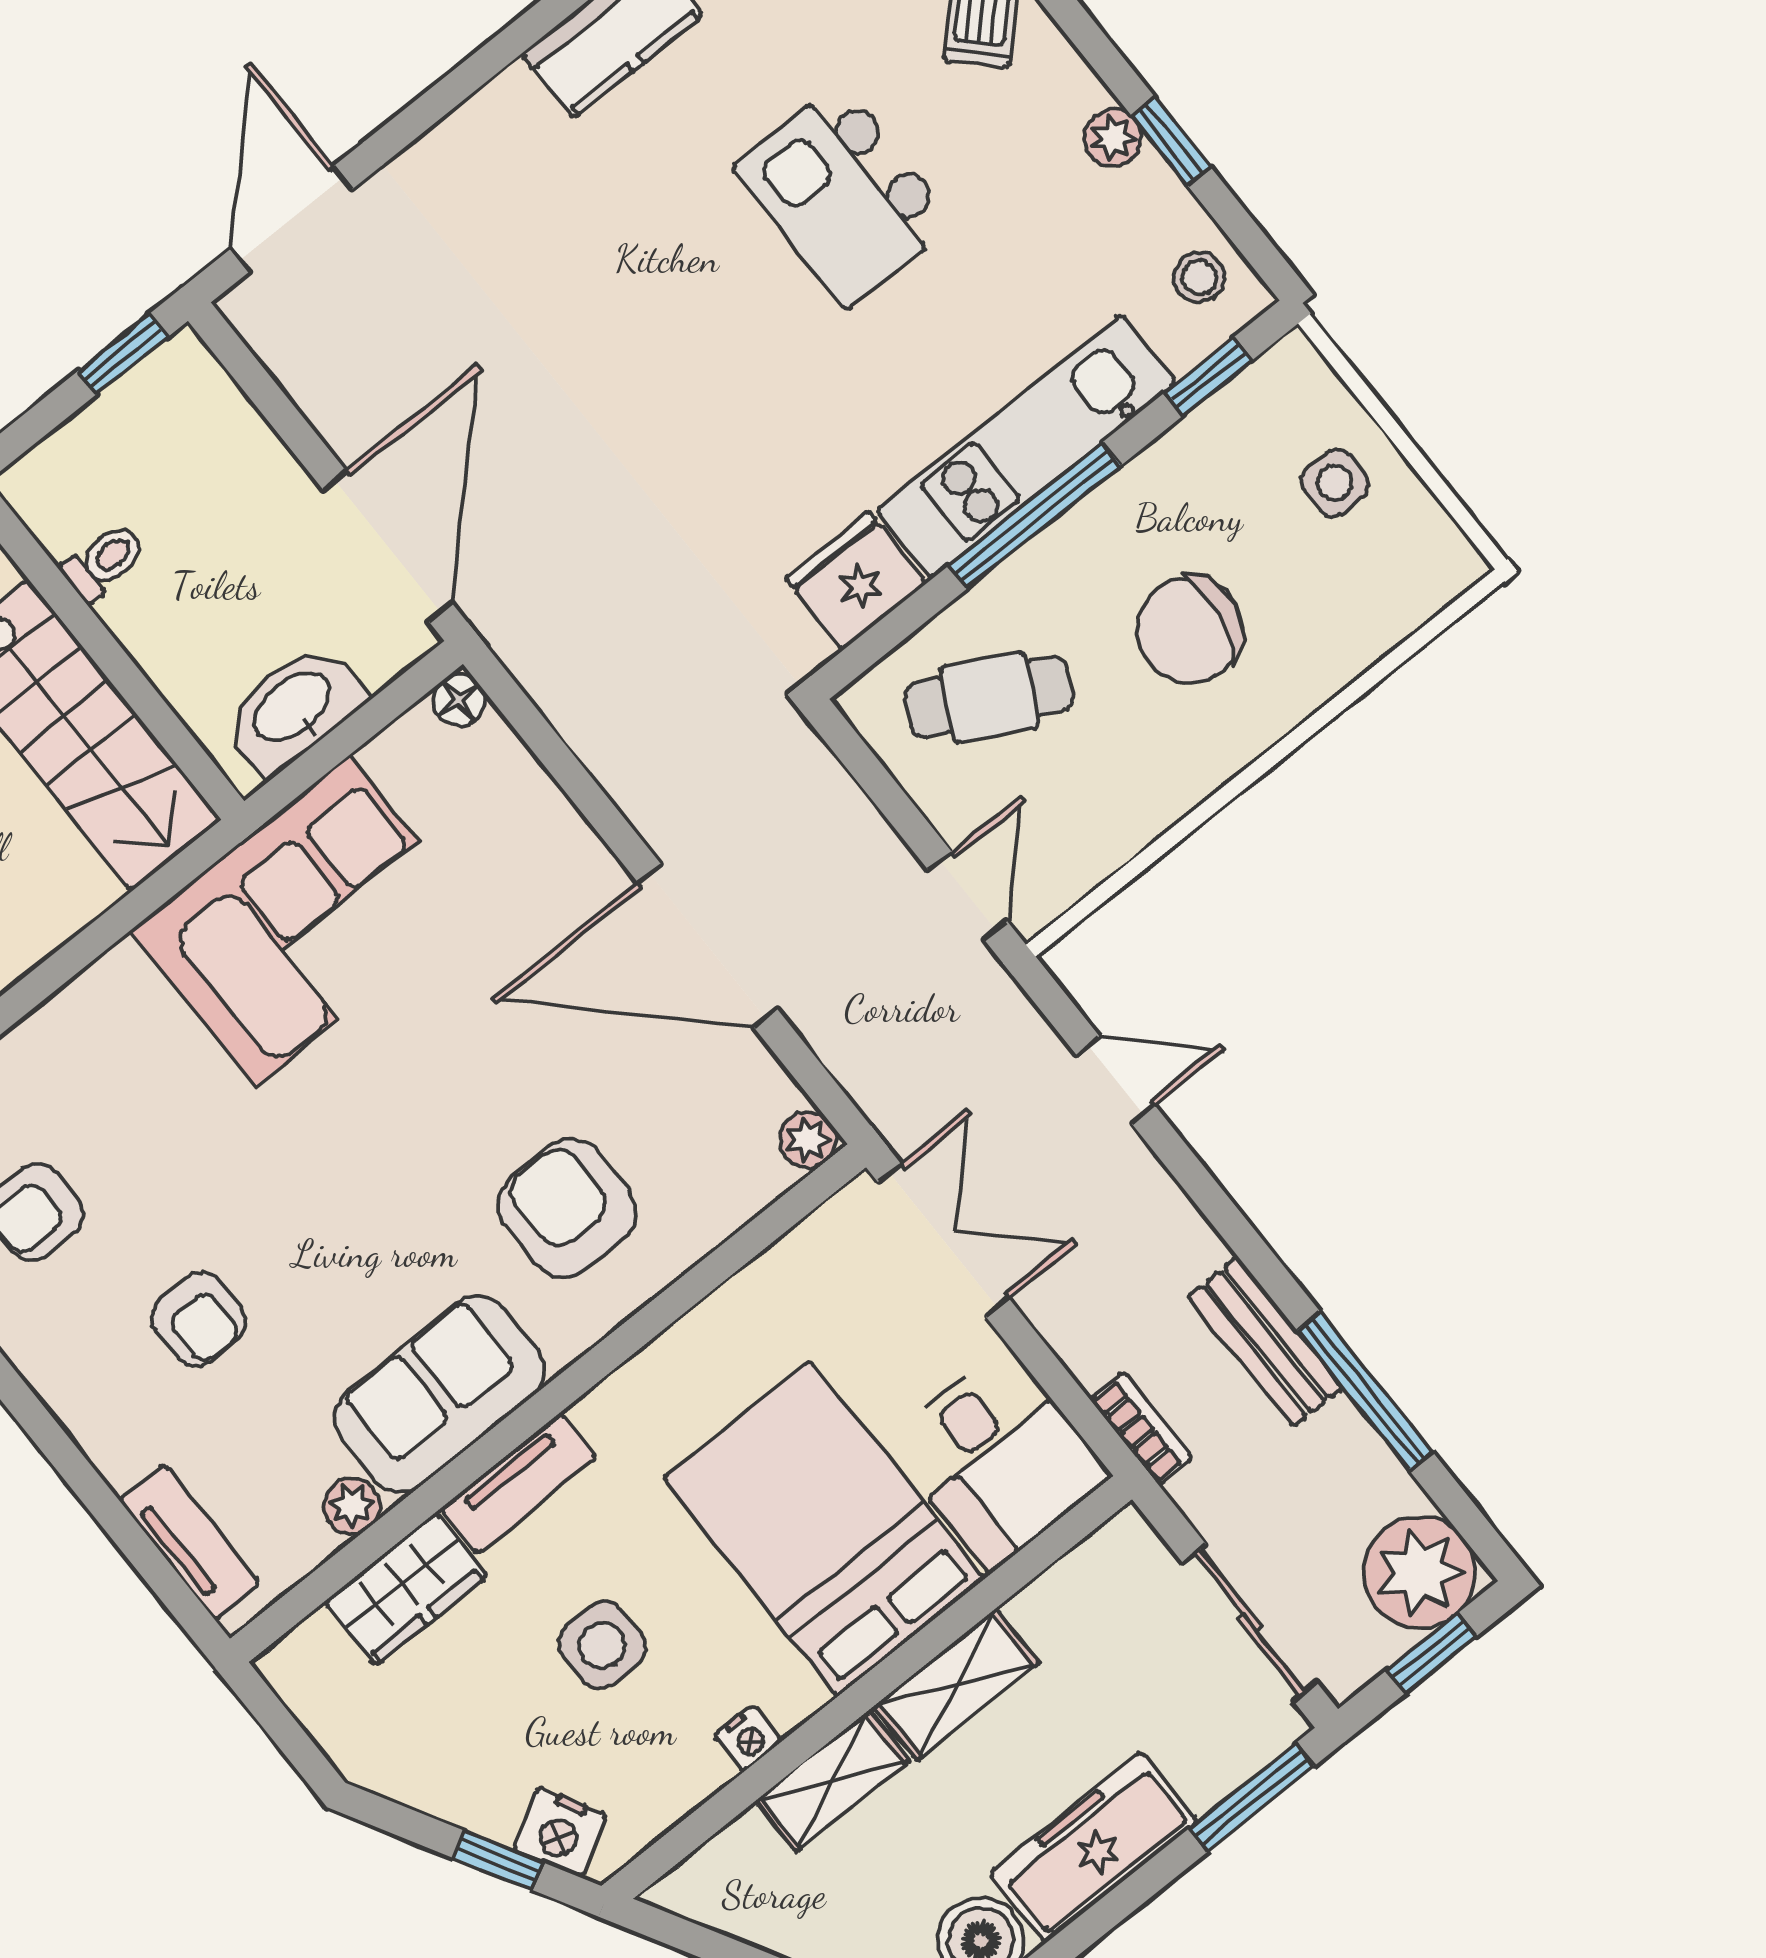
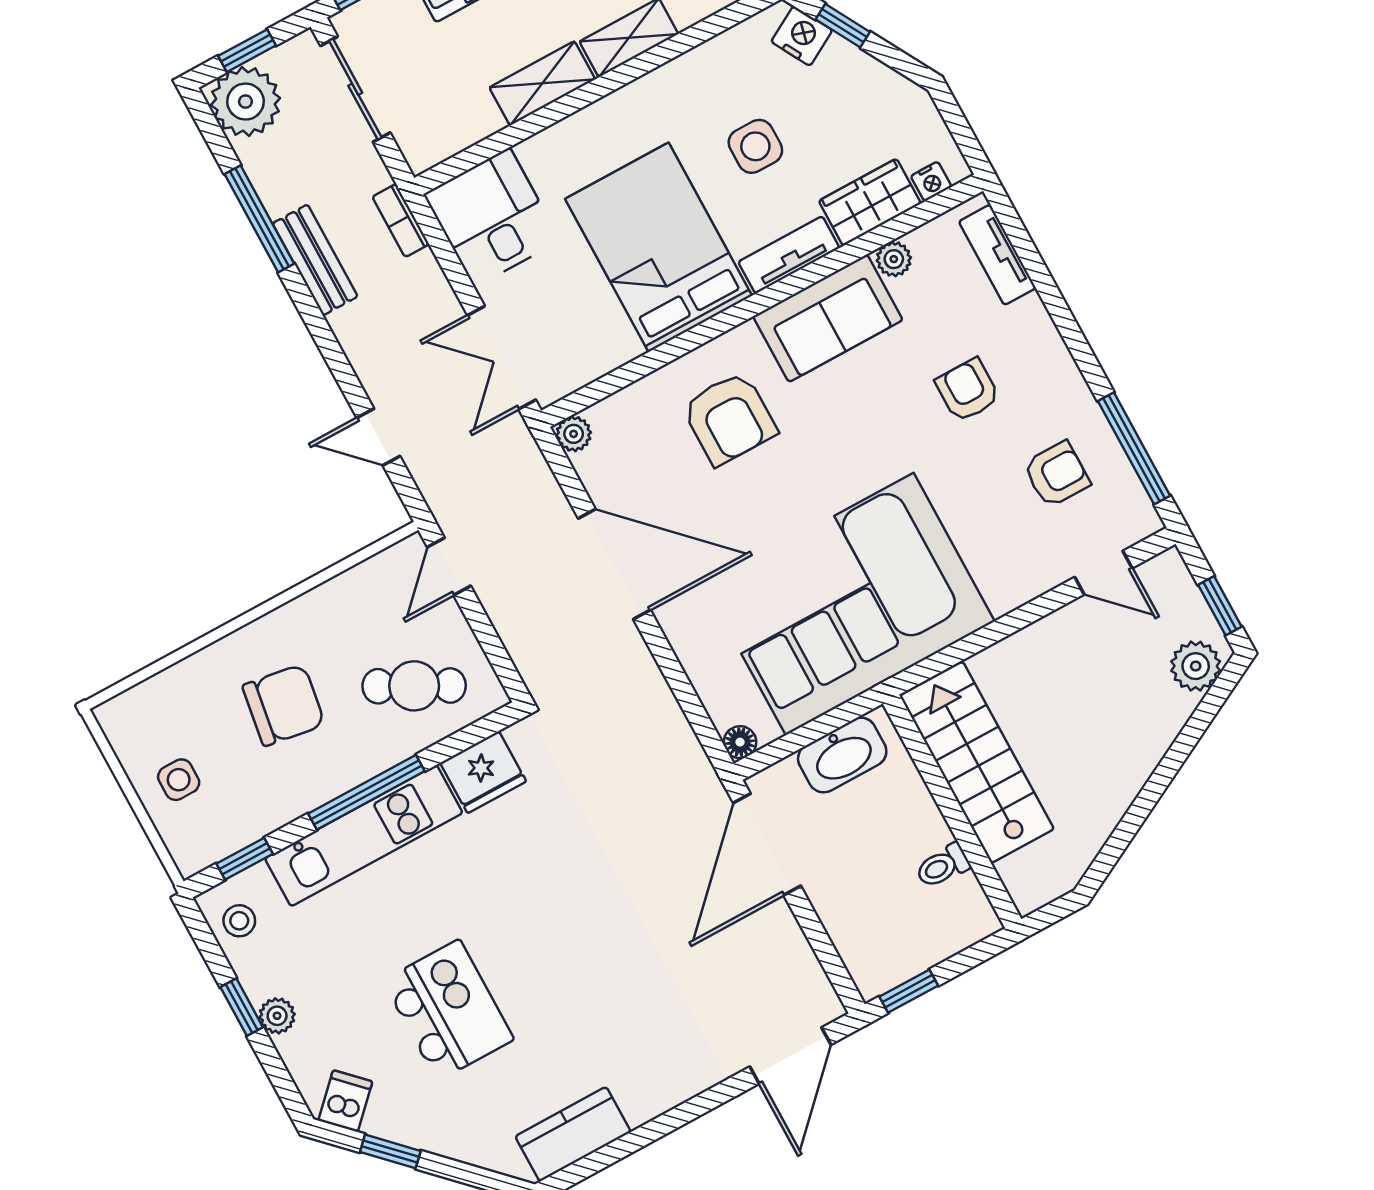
corner sofa: (302, 921) -> (850, 604), width x1.36, depth x1.36
bed: (824, 1529) -> (659, 247), moved, turned 180
nightstand: (748, 1738) -> (931, 181), moved, turned 180

